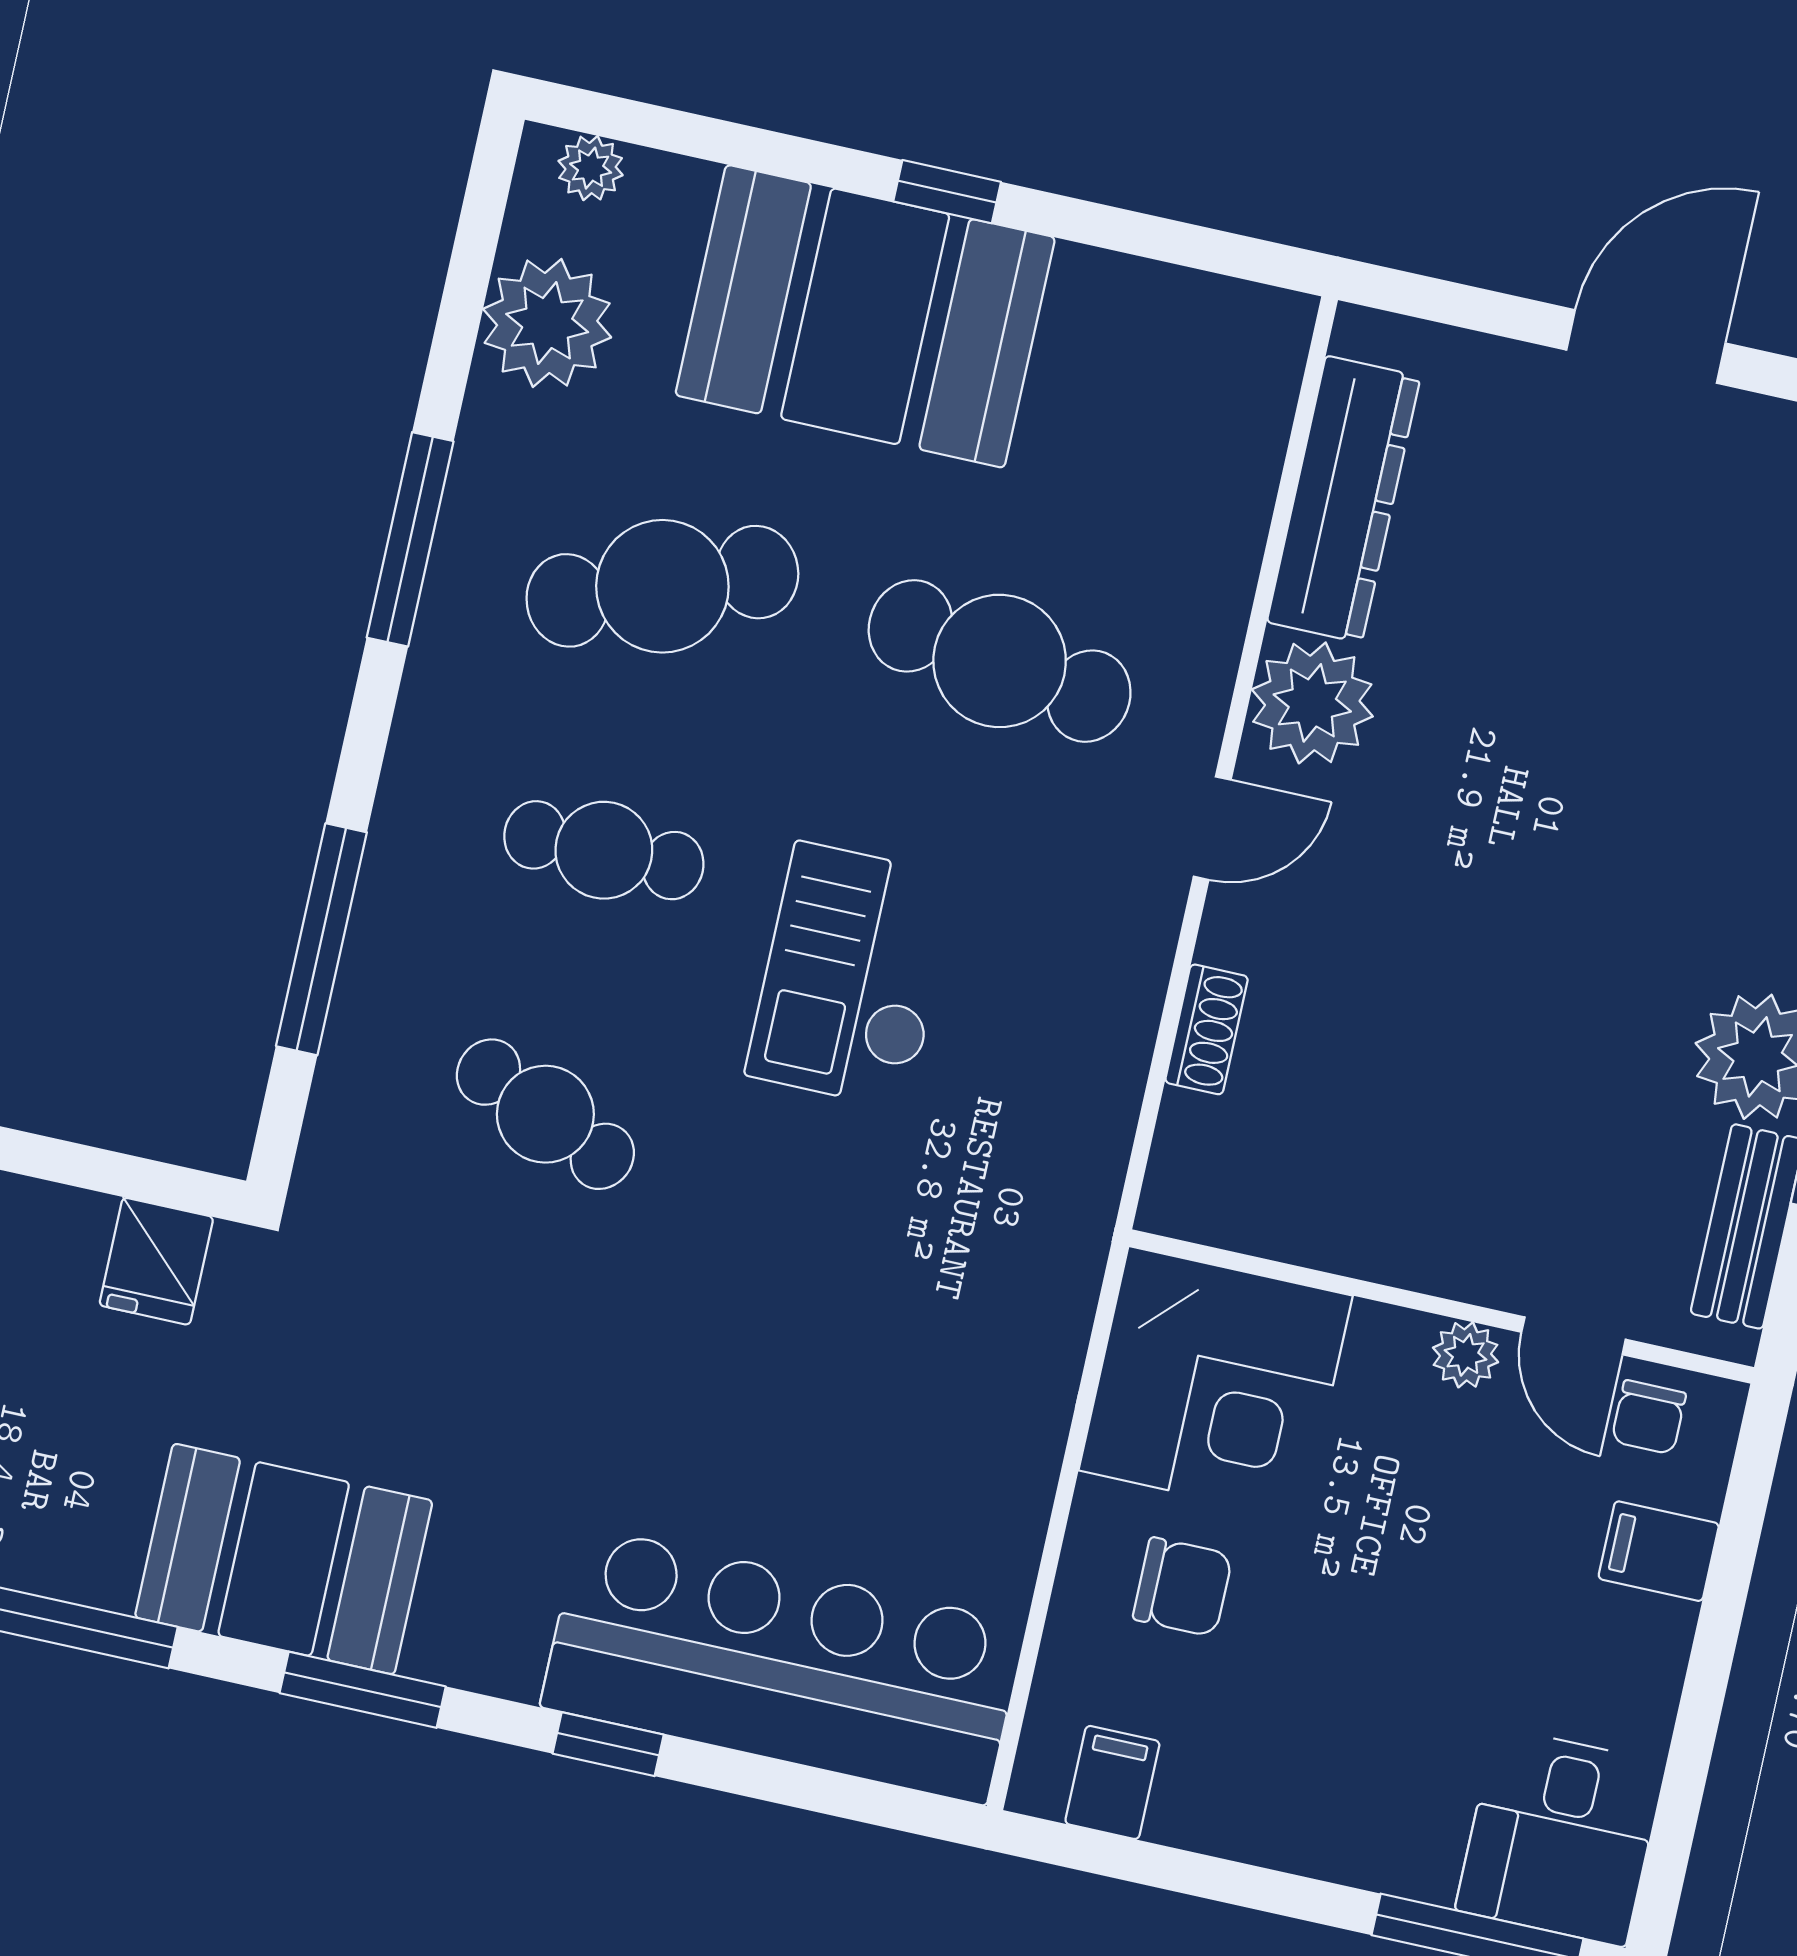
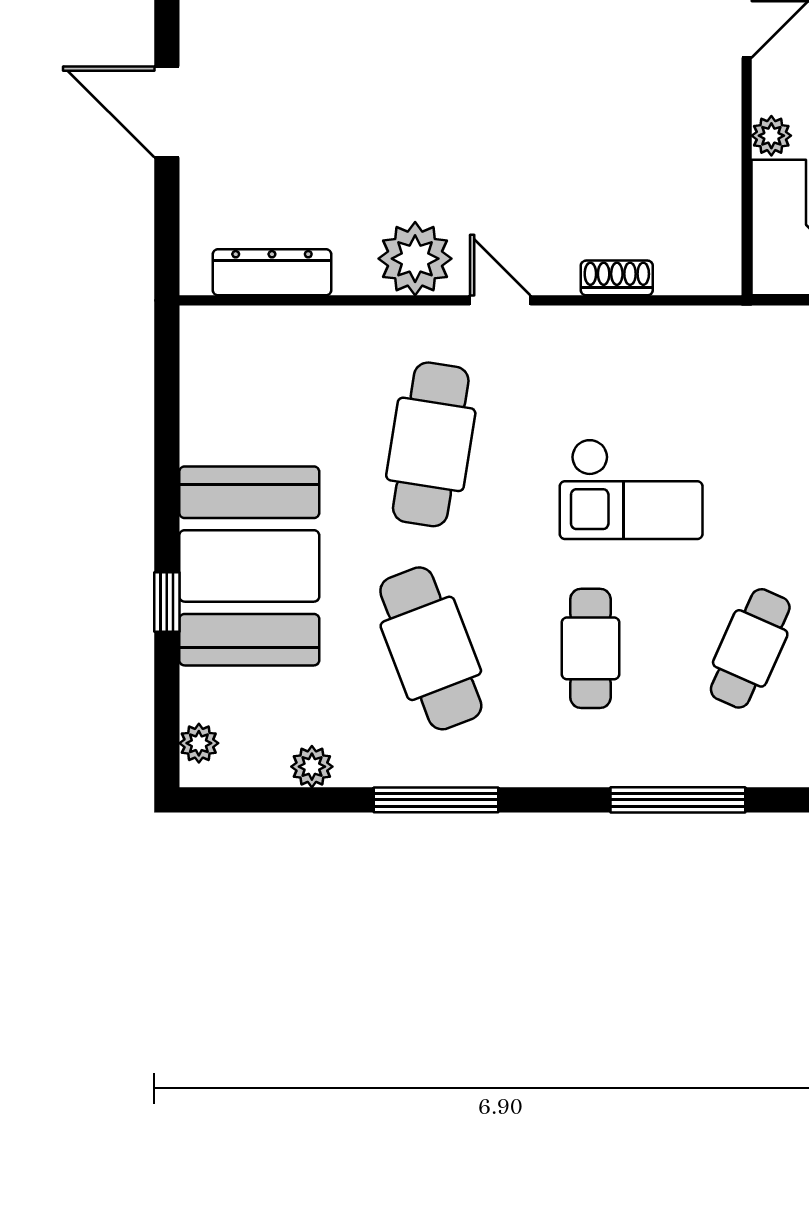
window: (947, 192) -> (167, 602), moved
plant: (547, 323) -> (312, 767), width x0.53, depth x0.53
dresser: (1344, 499) -> (272, 272), width x0.73, depth x0.80
plant: (1466, 1355) -> (771, 136), moved

